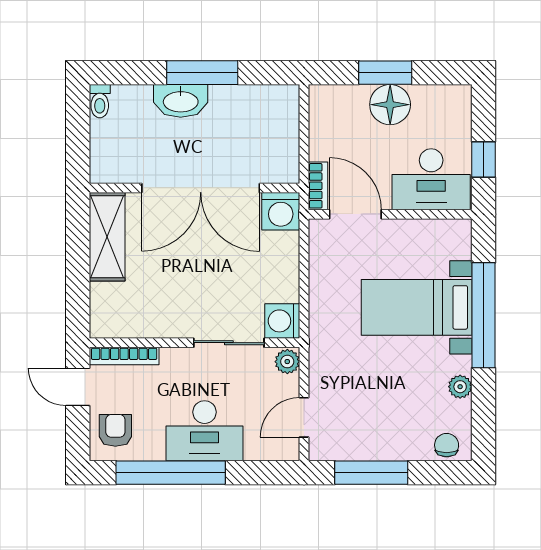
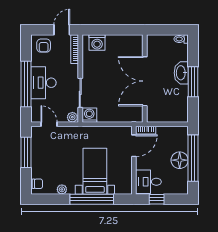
window: (385, 73) -> (193, 158), width x2.11
desk: (431, 179) -> (148, 182), width x0.73
washing machine: (281, 211) -> (97, 43), moved, turned -90
shelving: (107, 237) -> (124, 42), removed
armchair: (115, 430) -> (44, 46), turned 90
window: (171, 473) -> (26, 84), moved

